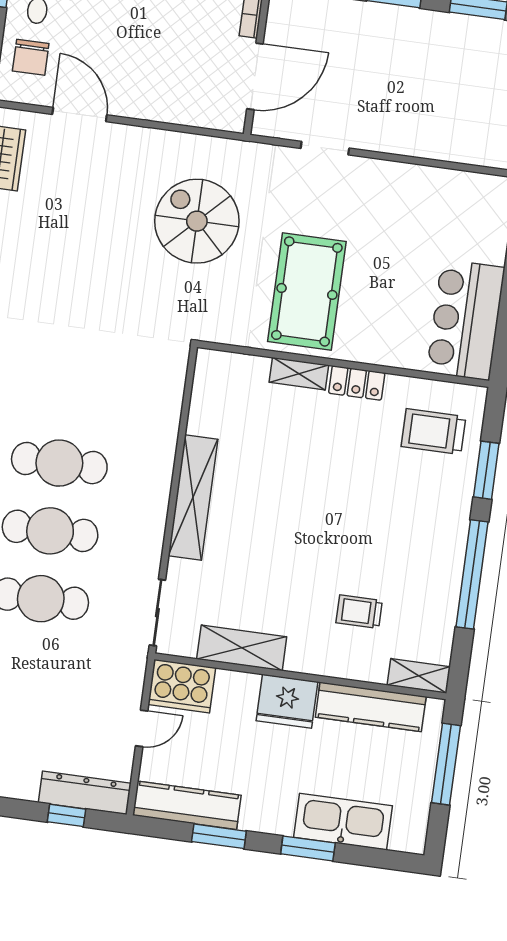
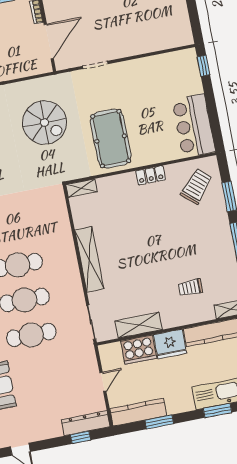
spiral stairs: (197, 221) -> (45, 122), turned 180
shelving: (299, 374) -> (81, 188), moved
trolley: (433, 432) -> (197, 186), turned 132
cooker: (182, 686) -> (139, 350), moved
window: (308, 848) -> (217, 411), moved

